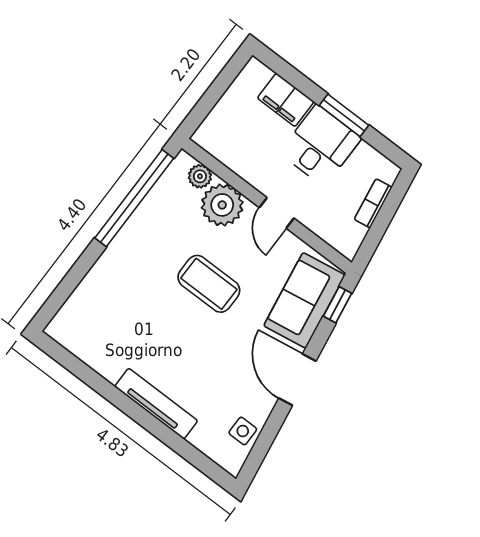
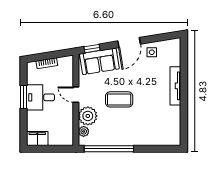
filing cabinet: (286, 100) -> (37, 139), moved, turned -90
door: (277, 213) -> (76, 95), swing flipped
coffee table: (209, 284) -> (119, 99), turned 90
side table: (243, 431) -> (152, 52), moved

